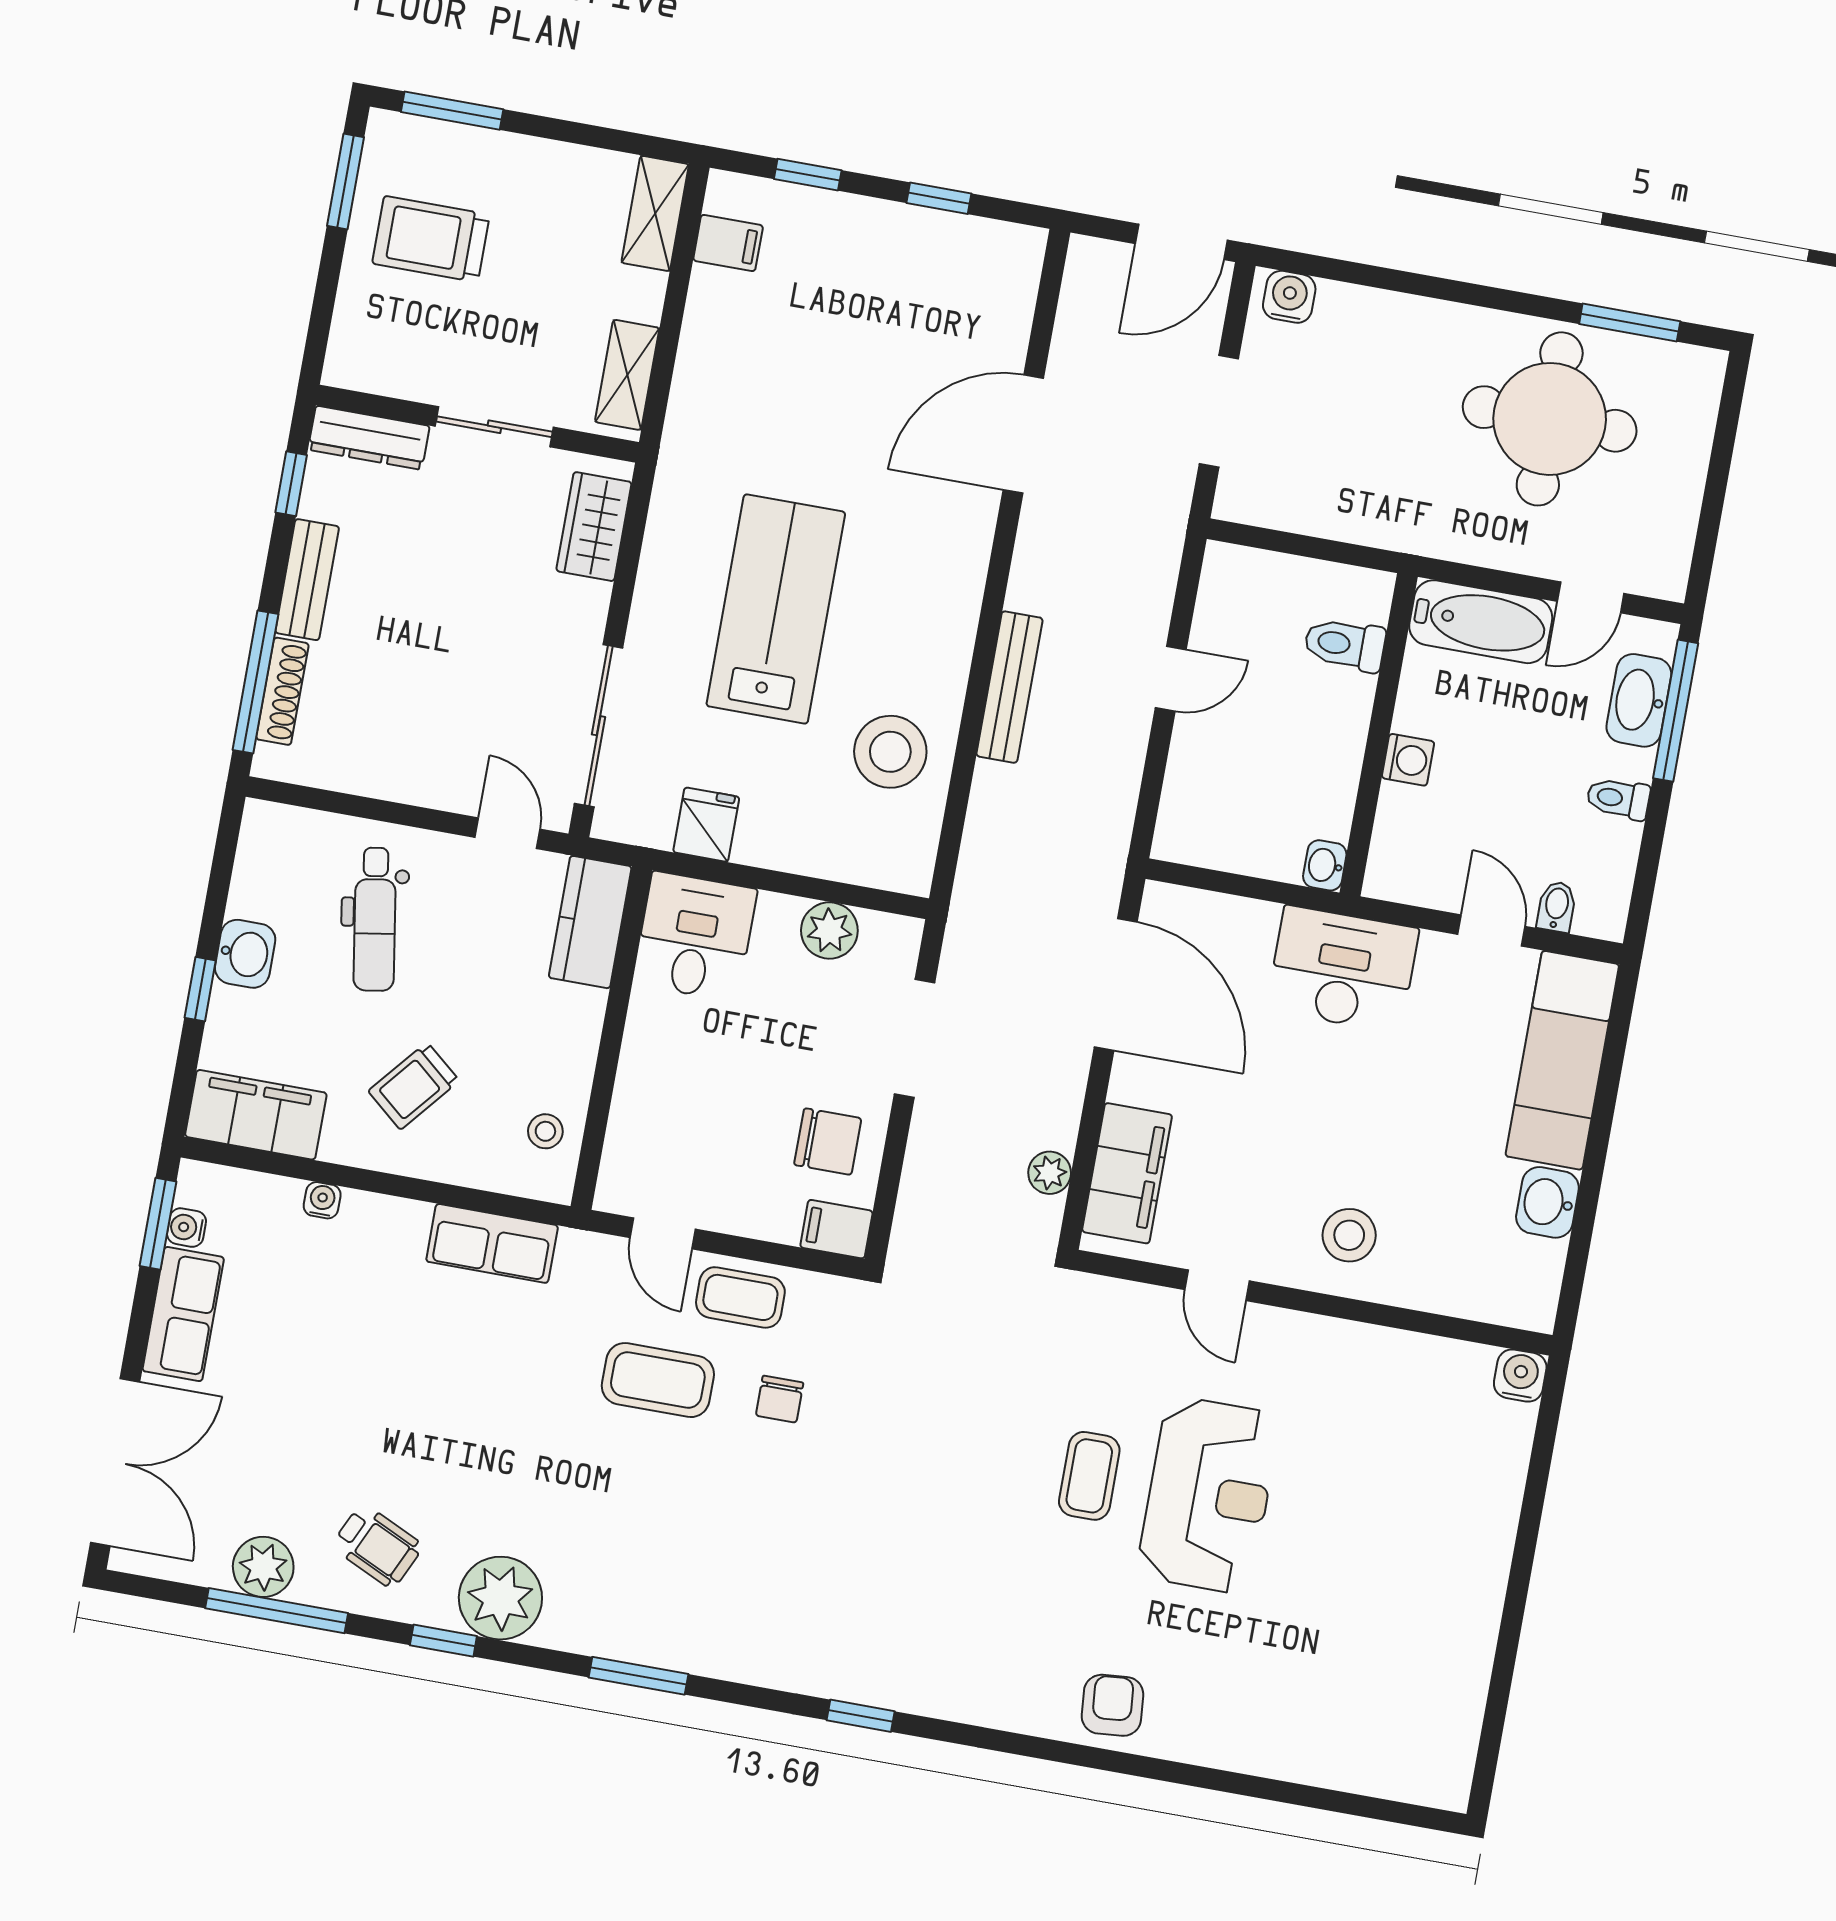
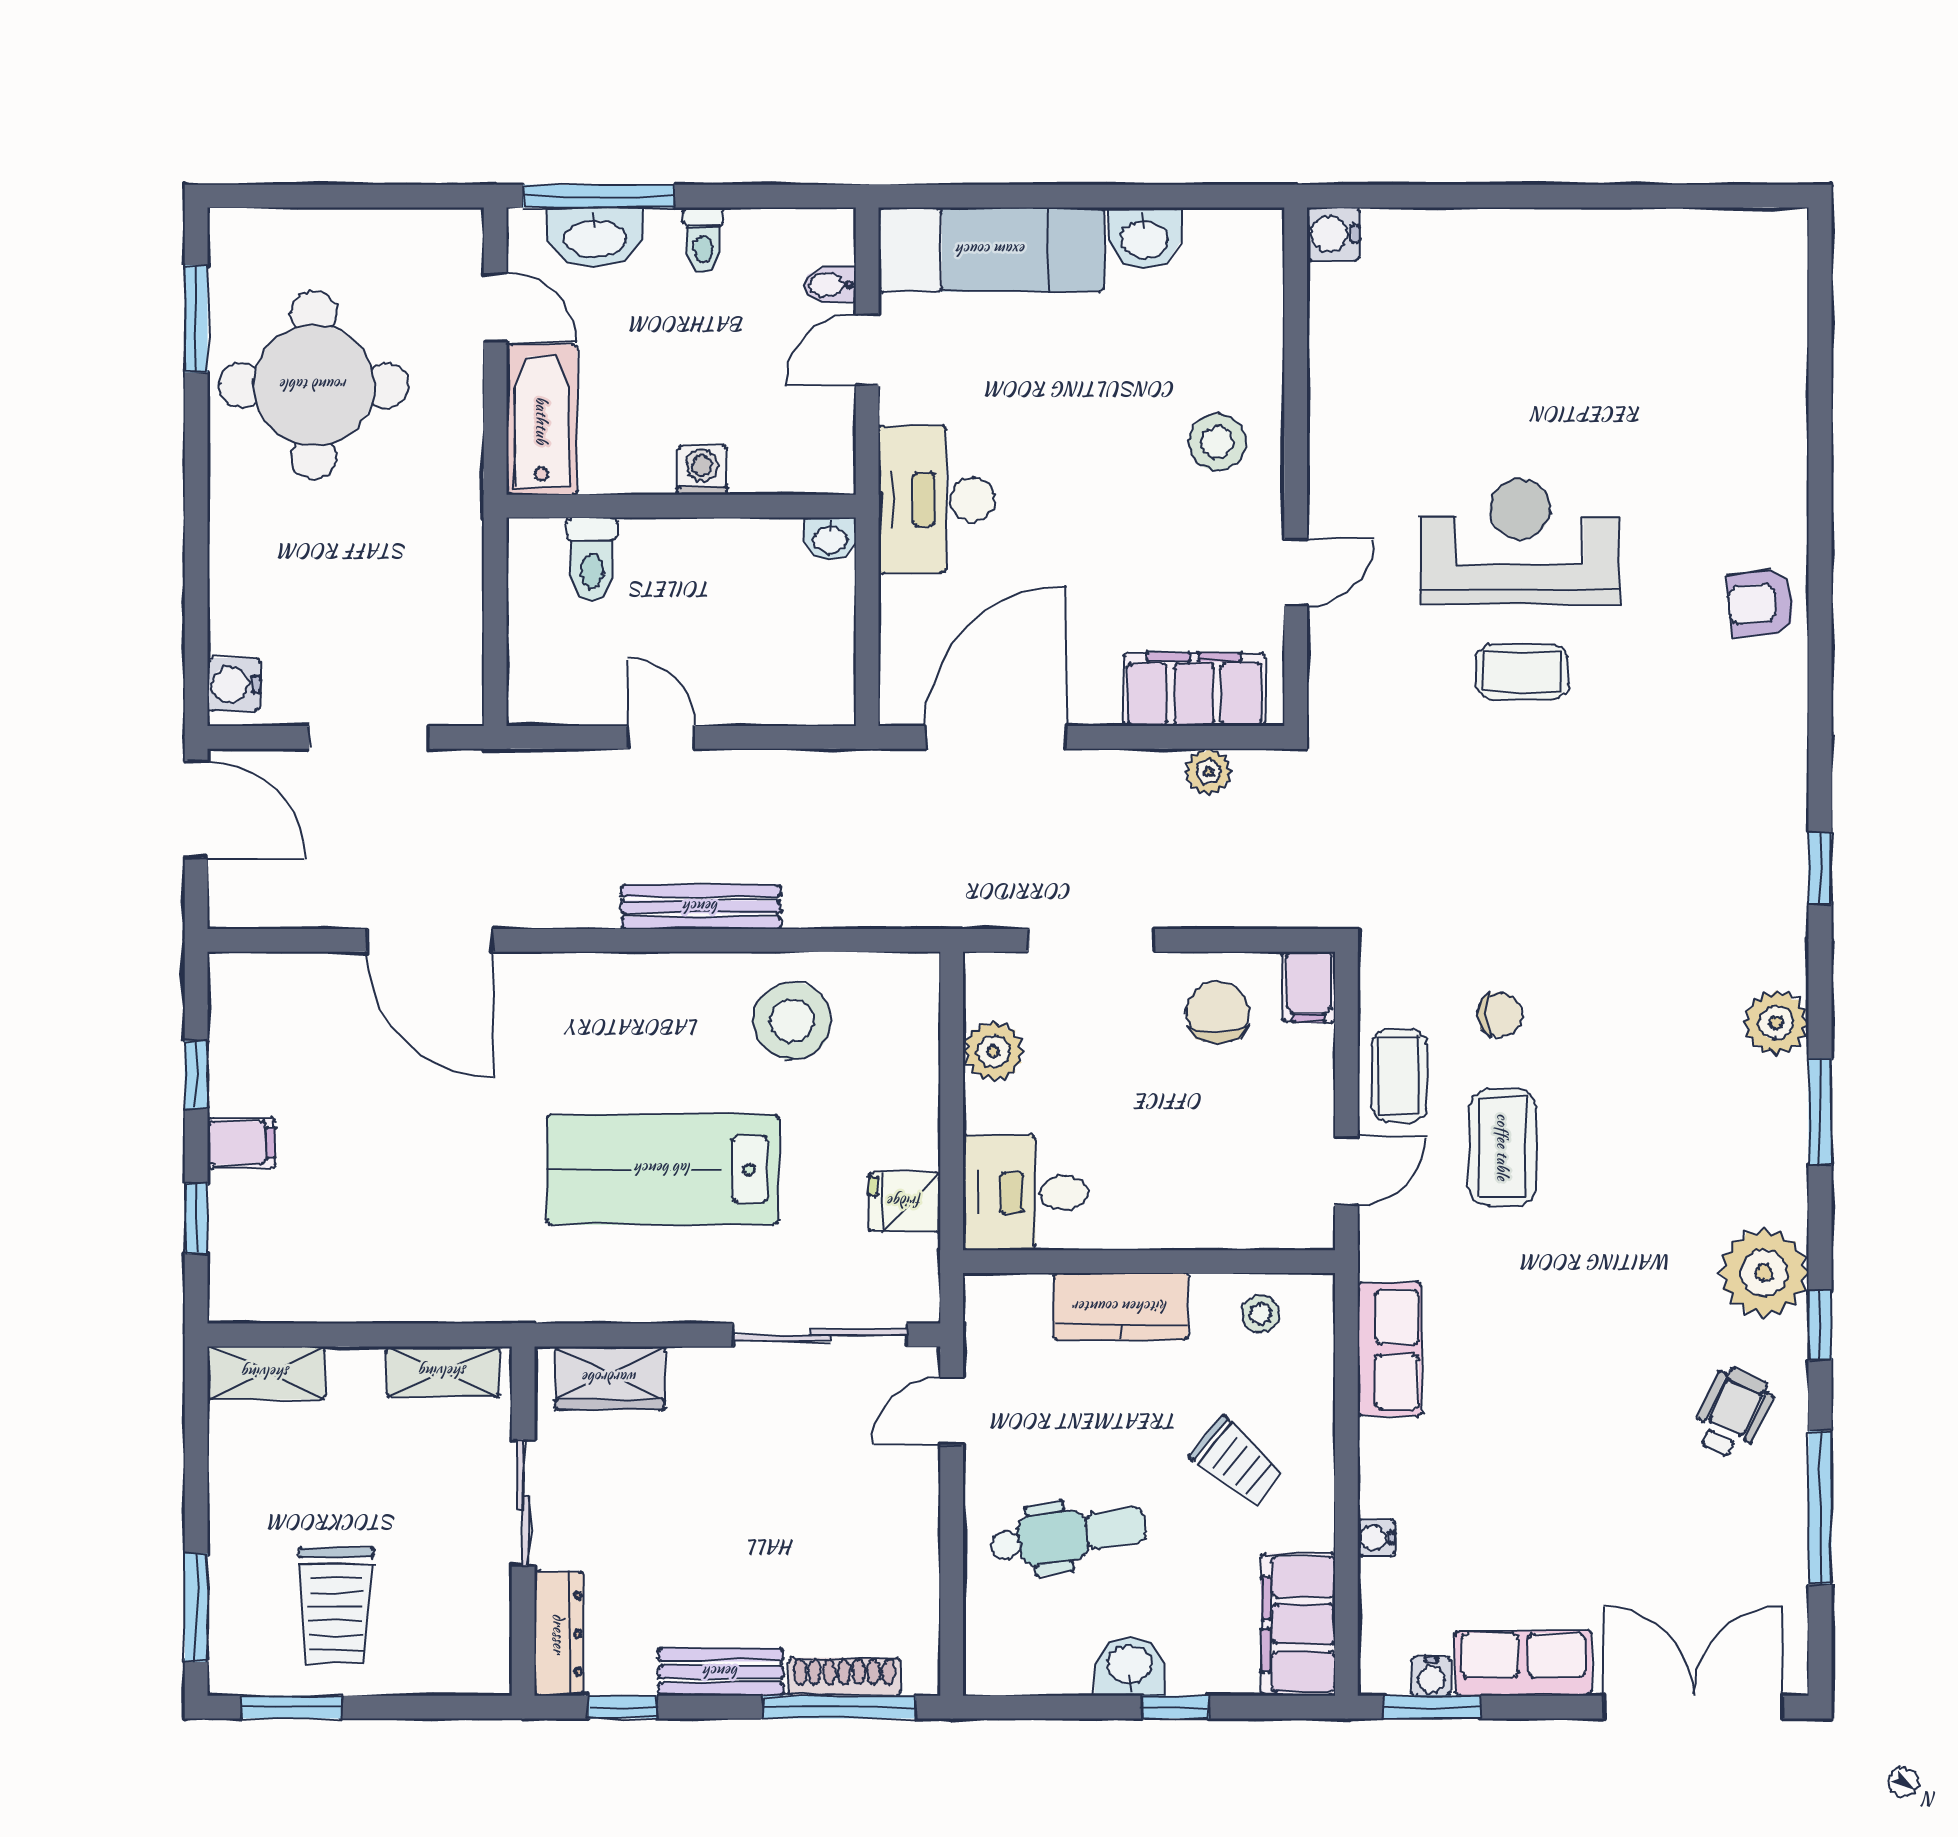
filing cabinet: (728, 243) -> (241, 1143), moved, turned 90
kitchen counter: (590, 922) -> (1121, 1307), moved
plant: (263, 1567) -> (1776, 1023), moved

